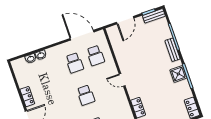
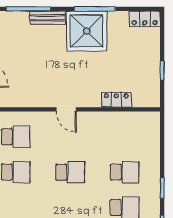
shower: (178, 74) -> (87, 31), width x1.86, depth x1.86
door: (122, 80) -> (66, 109), hinge flipped

